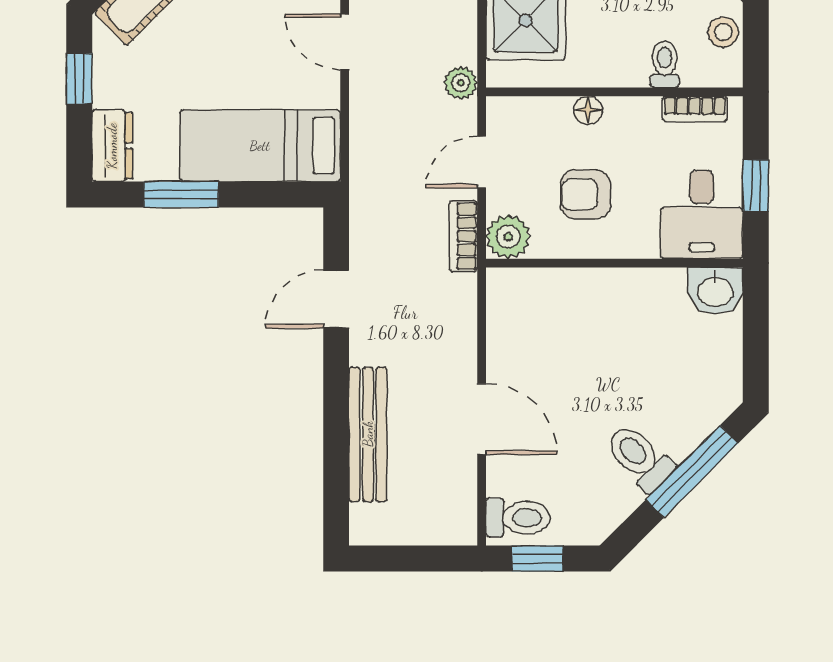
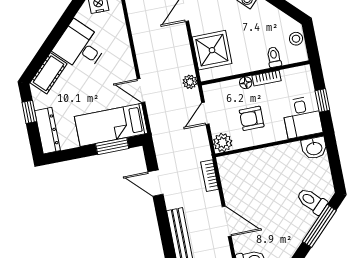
door: (345, 42) -> (141, 91), moved
bookcase: (695, 109) -> (266, 78), moved
dresser: (112, 146) -> (47, 131), width x1.44
window: (181, 195) -> (112, 146), moved
bookcase: (463, 236) -> (210, 176), moved
door: (336, 299) -> (156, 183), hinge flipped
toilet: (640, 458) -> (312, 201), moved

